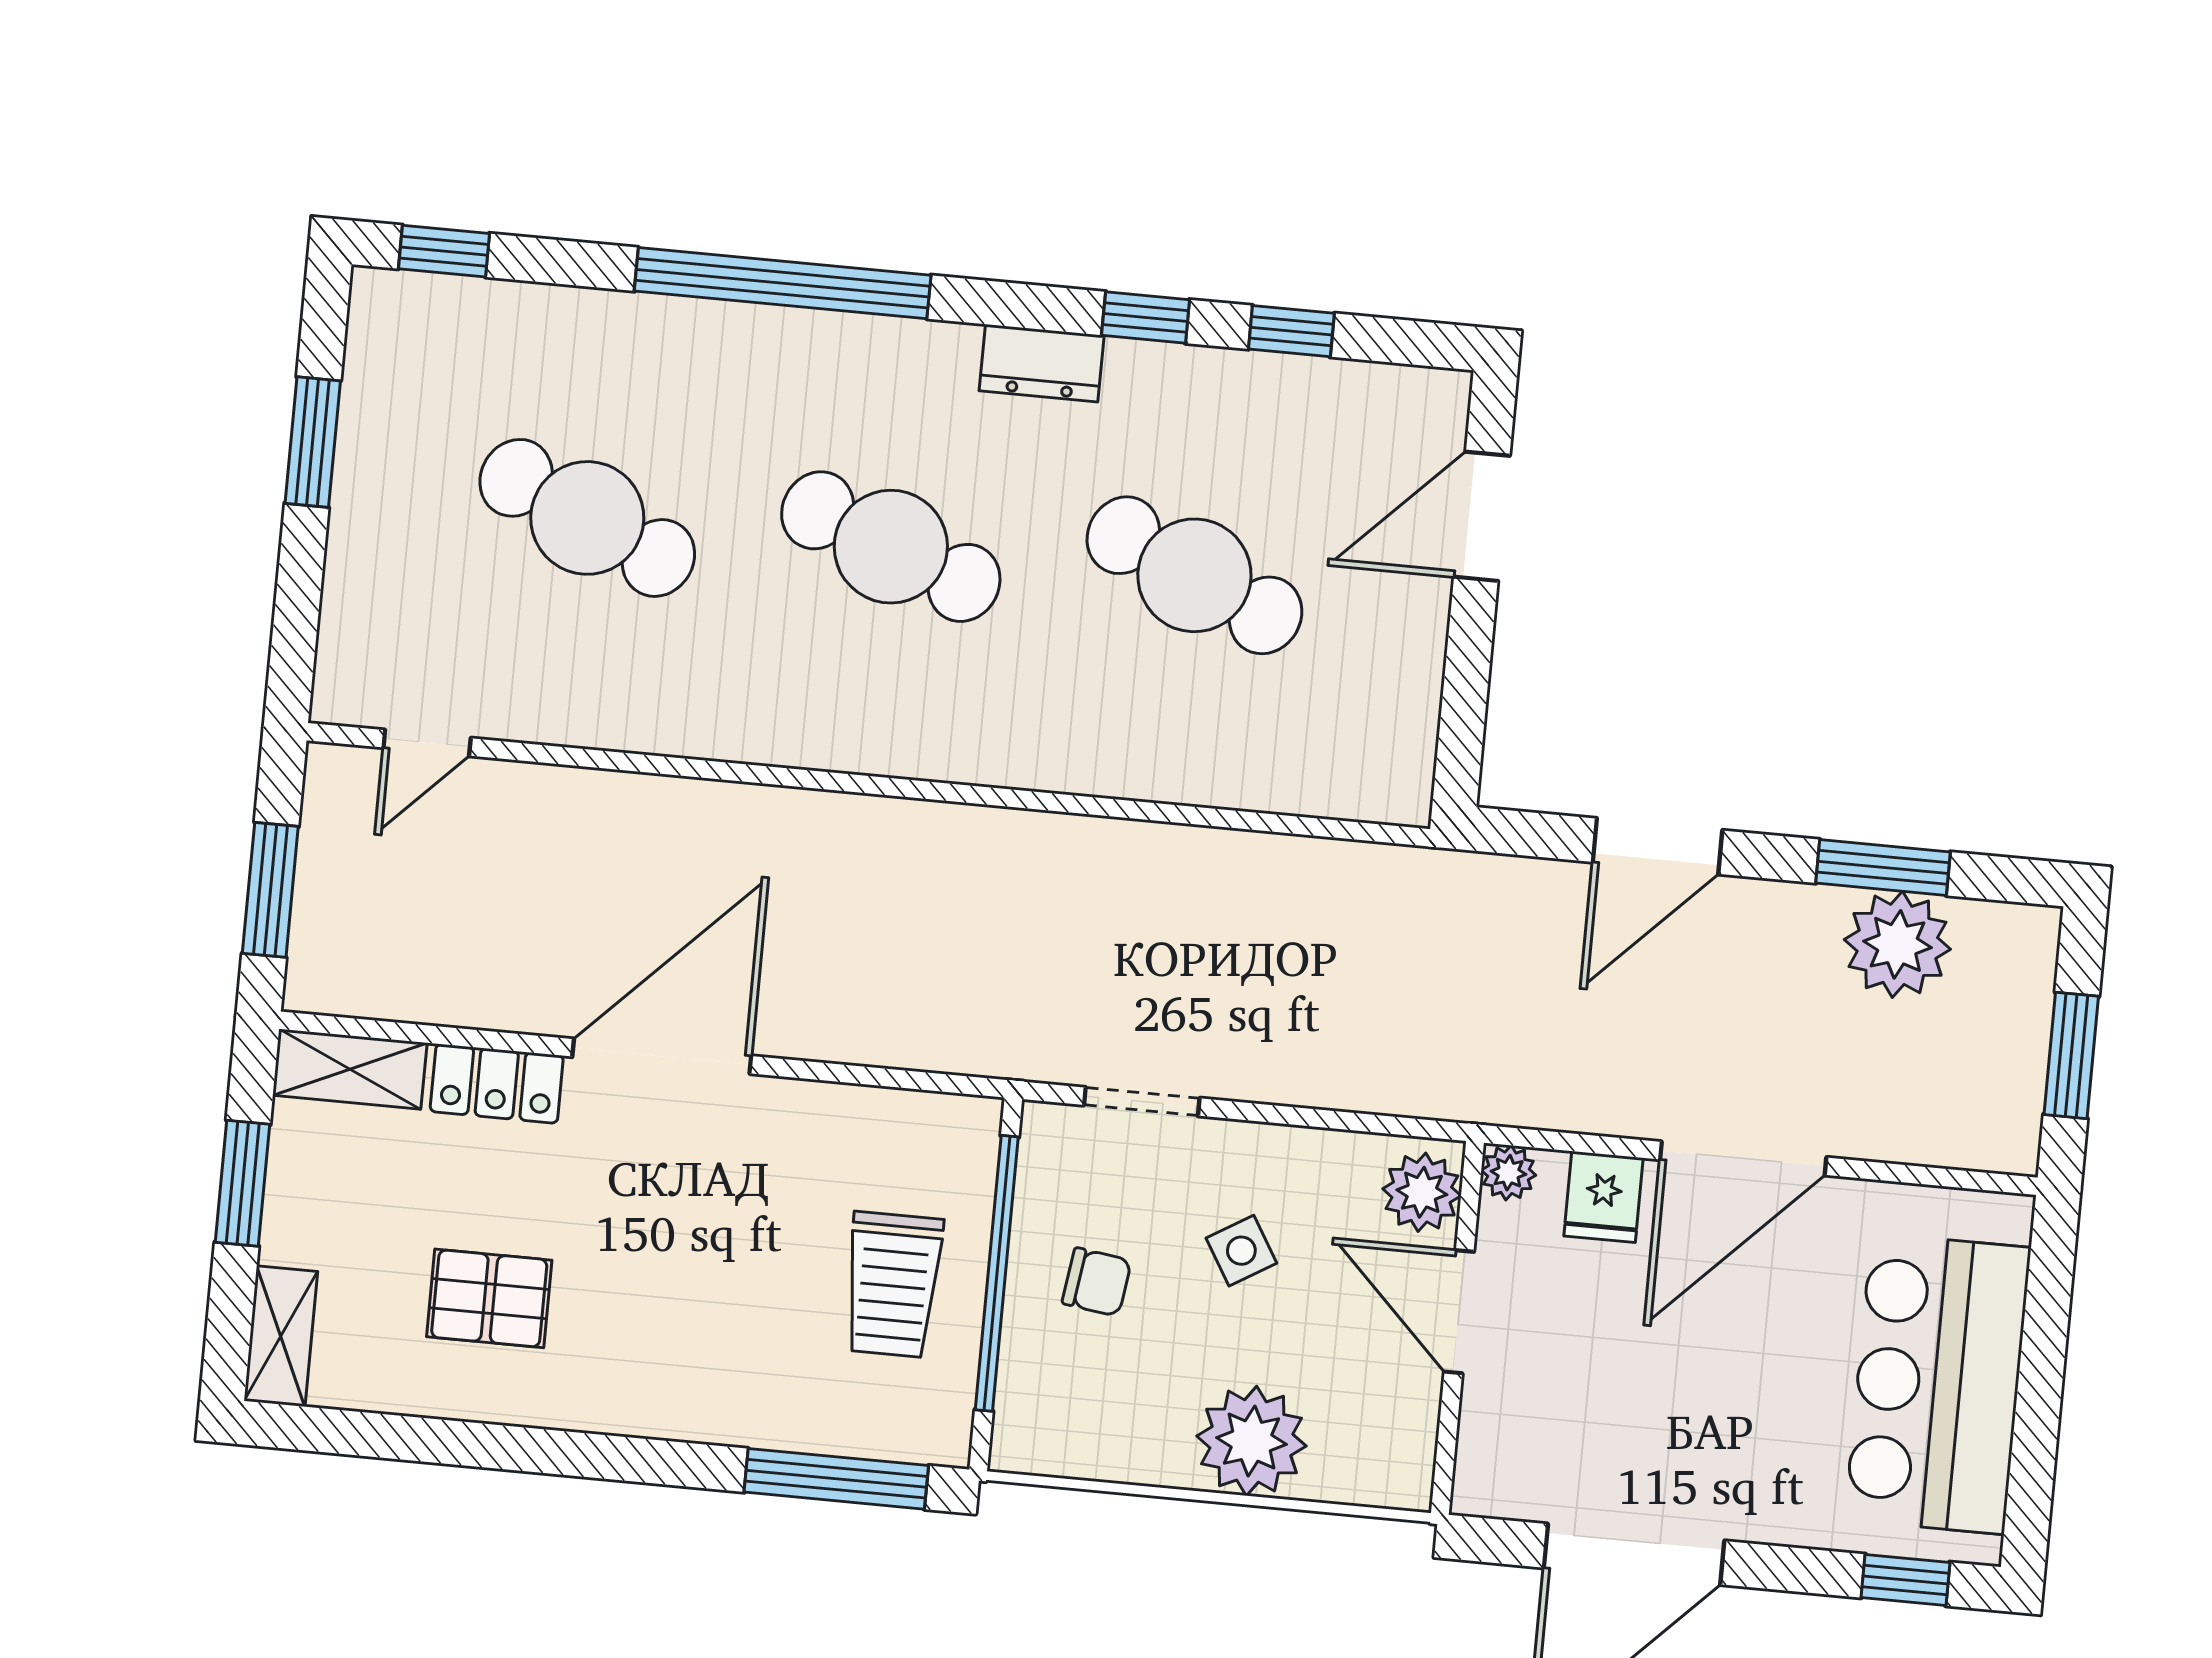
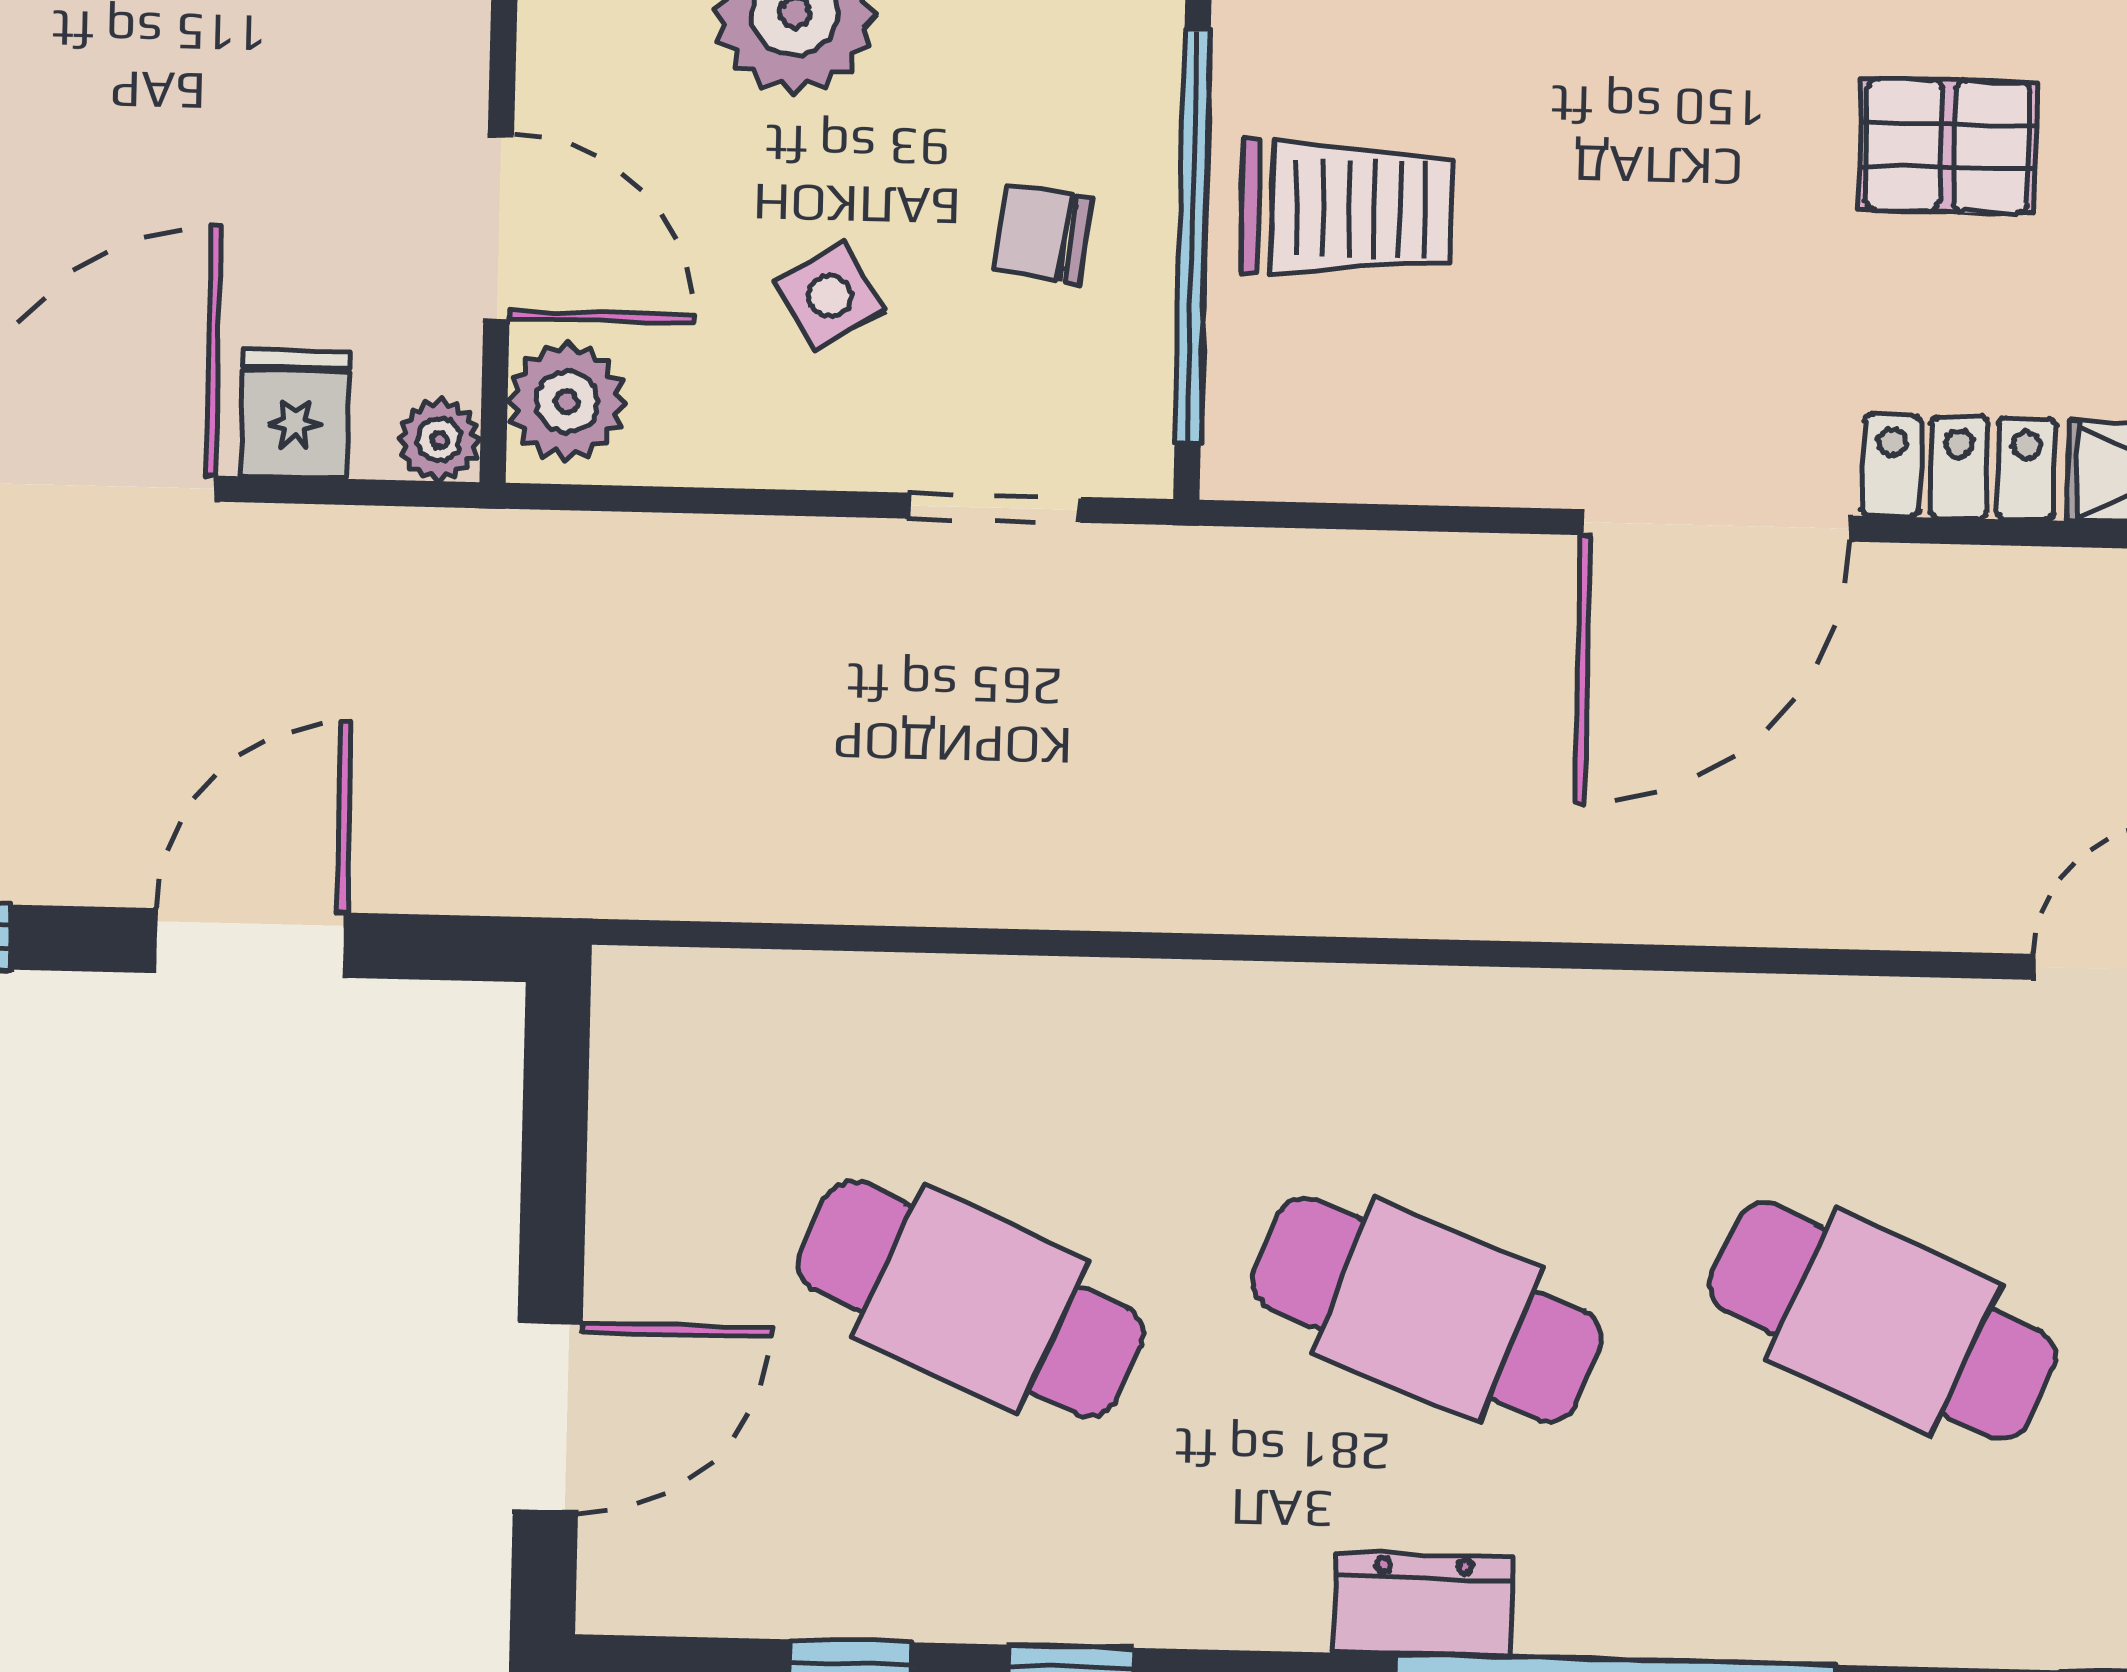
dresser: (1042, 363) -> (1424, 1605), moved
trolley: (893, 1285) -> (1347, 209), turned 90

